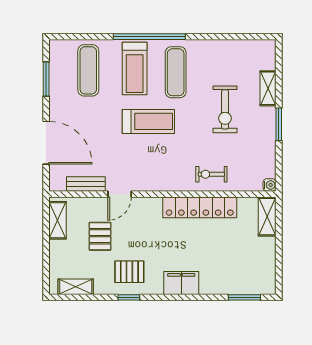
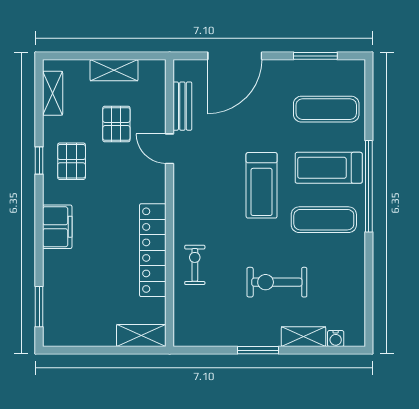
water cooler: (270, 185) -> (336, 339), moved
shelving: (58, 220) -> (114, 70), moved
pallet: (100, 236) -> (116, 124), turned 90

